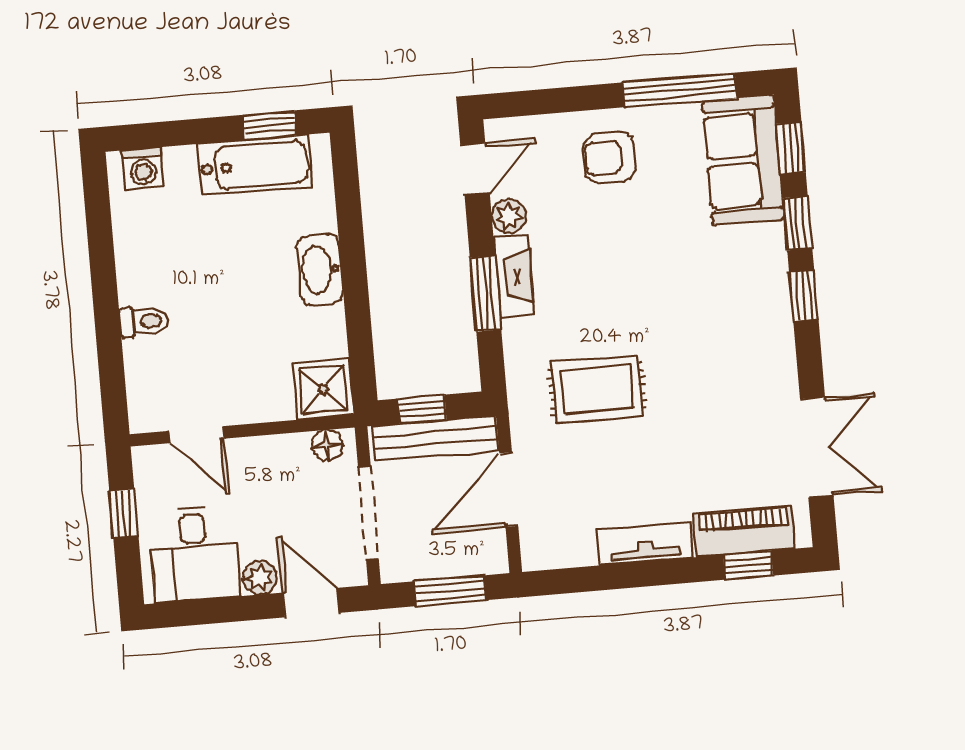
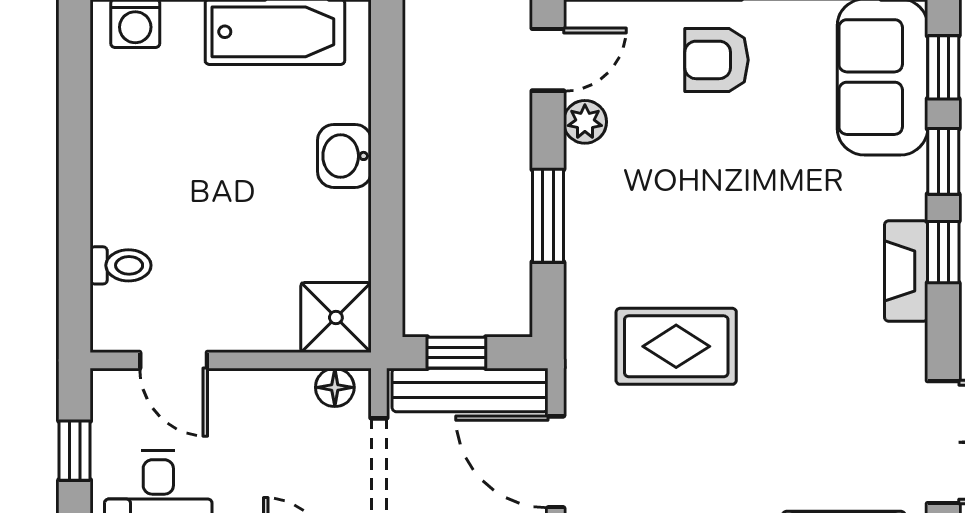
washbasin: (320, 269) -> (344, 156), width x0.72
fireplace: (514, 277) -> (906, 271), moved, turned 180
toilet: (144, 321) -> (121, 265), moved
door: (509, 490) -> (556, 462), hinge flipped

